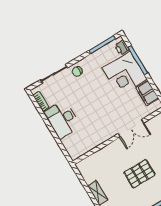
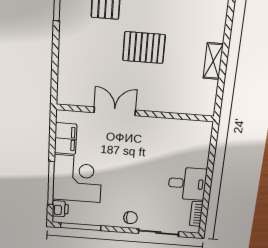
desk: (62, 119) -> (187, 184), width x0.73

